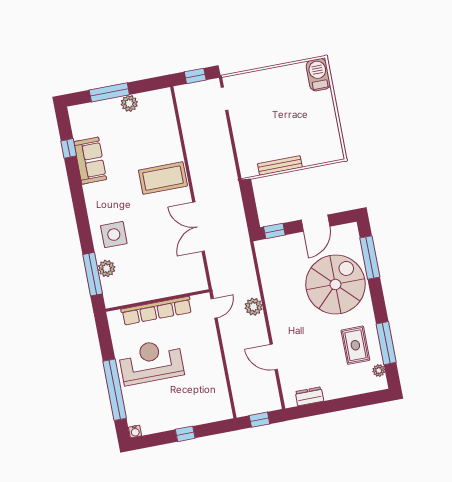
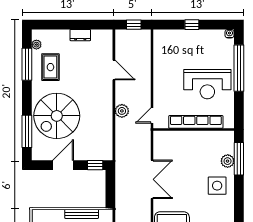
dresser: (309, 396) -> (80, 35), moved

